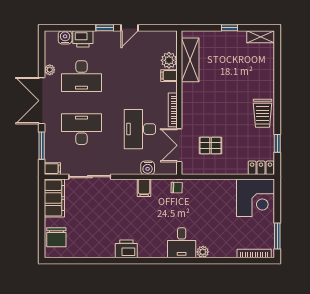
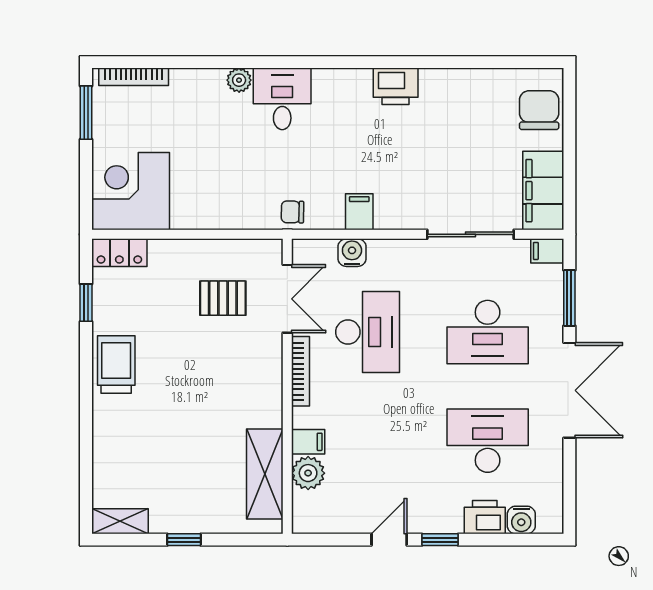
plant: (50, 70) -> (553, 453), removed

